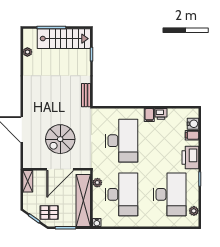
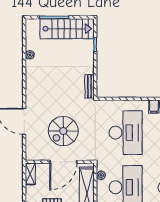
plant: (27, 52) -> (30, 55), moved

